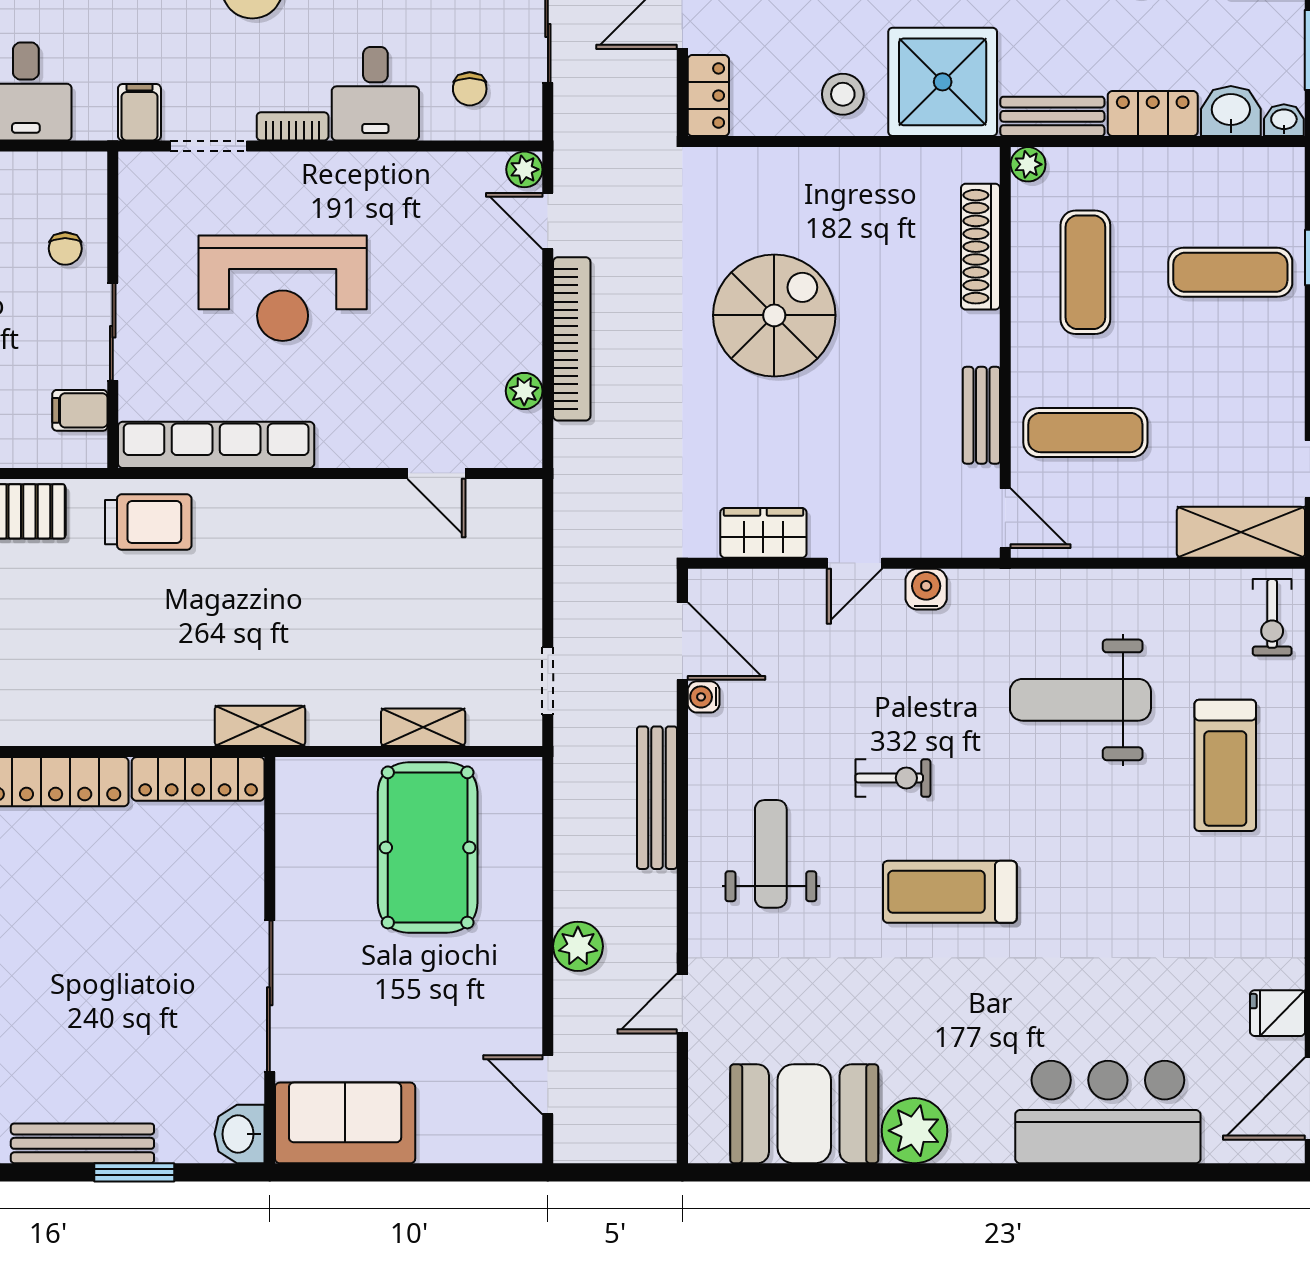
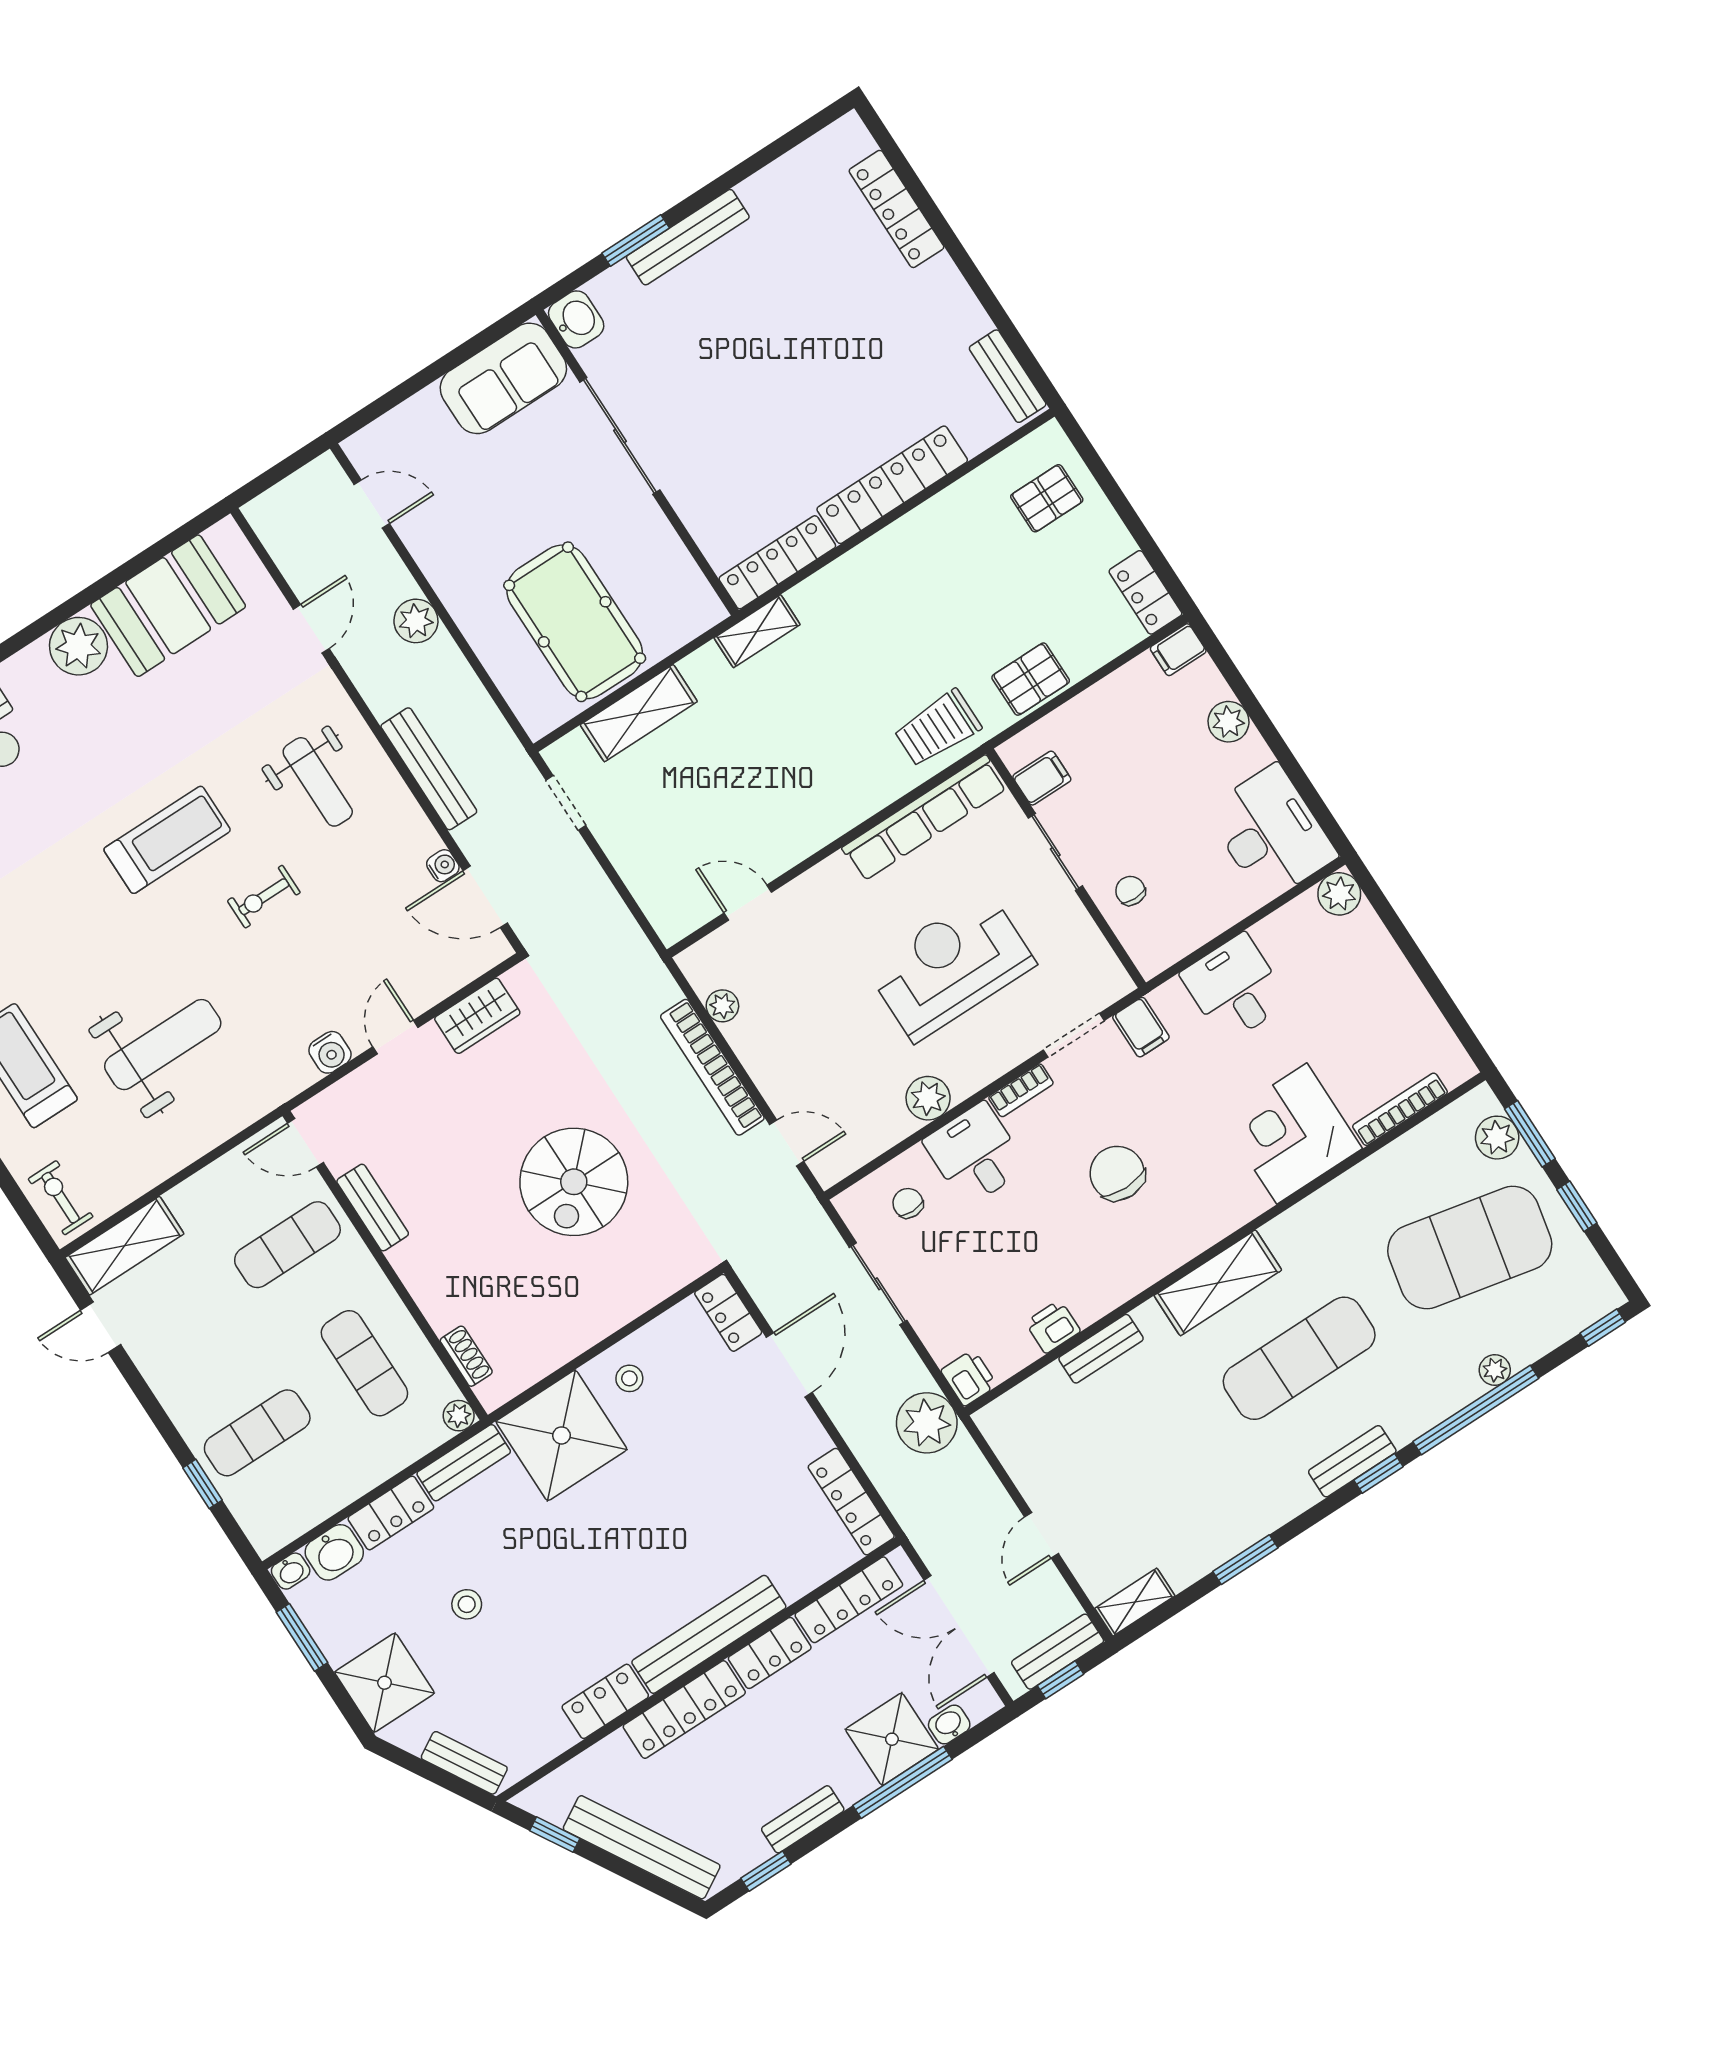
stool: (843, 94) -> (629, 1378), width x0.73, depth x0.73
plant: (524, 169) -> (928, 1098), moved, width x1.38, depth x1.38
shoe rack: (981, 247) -> (466, 1356), width x0.51, depth x0.81
shelving: (423, 727) -> (639, 713), width x1.50, depth x1.33

